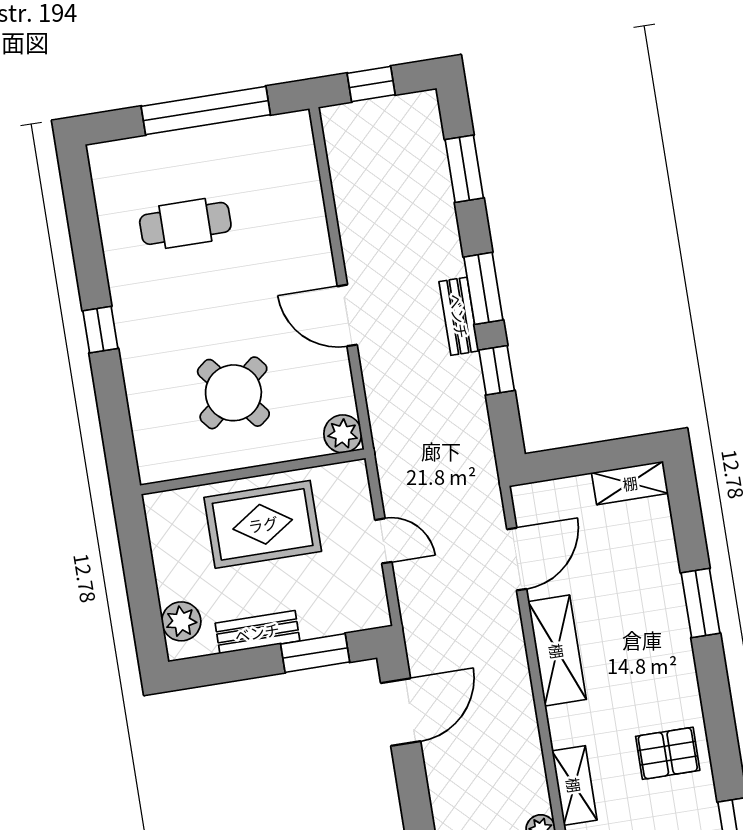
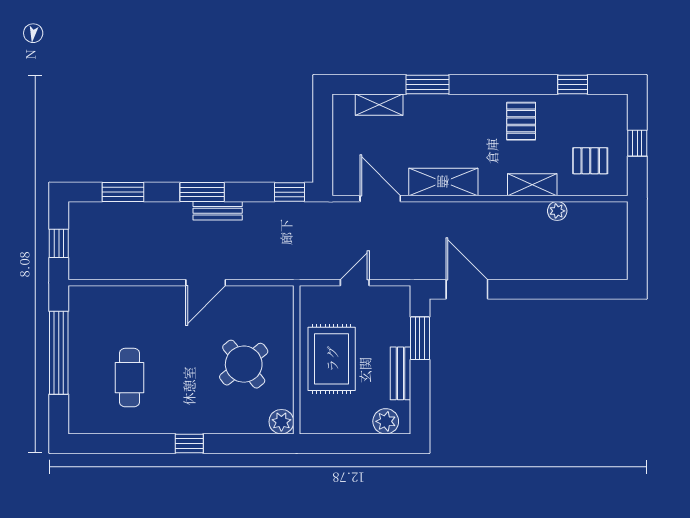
window: (497, 370) -> (290, 192), moved
plant: (343, 434) -> (281, 422), moved
shelving: (630, 483) -> (379, 105), moved, turned 90

